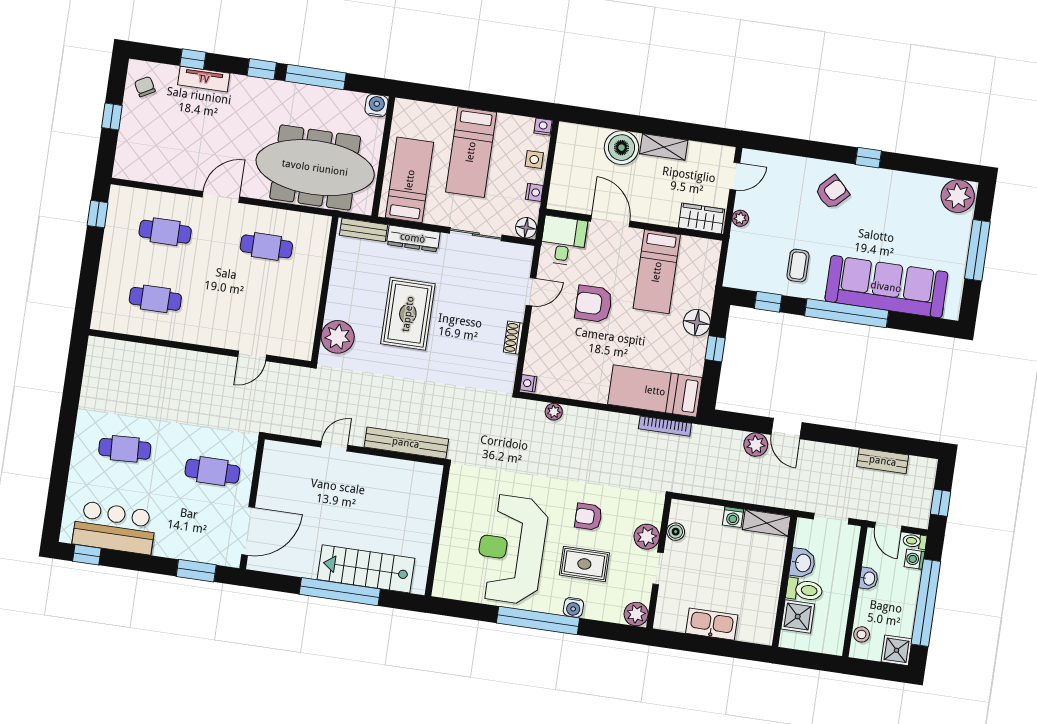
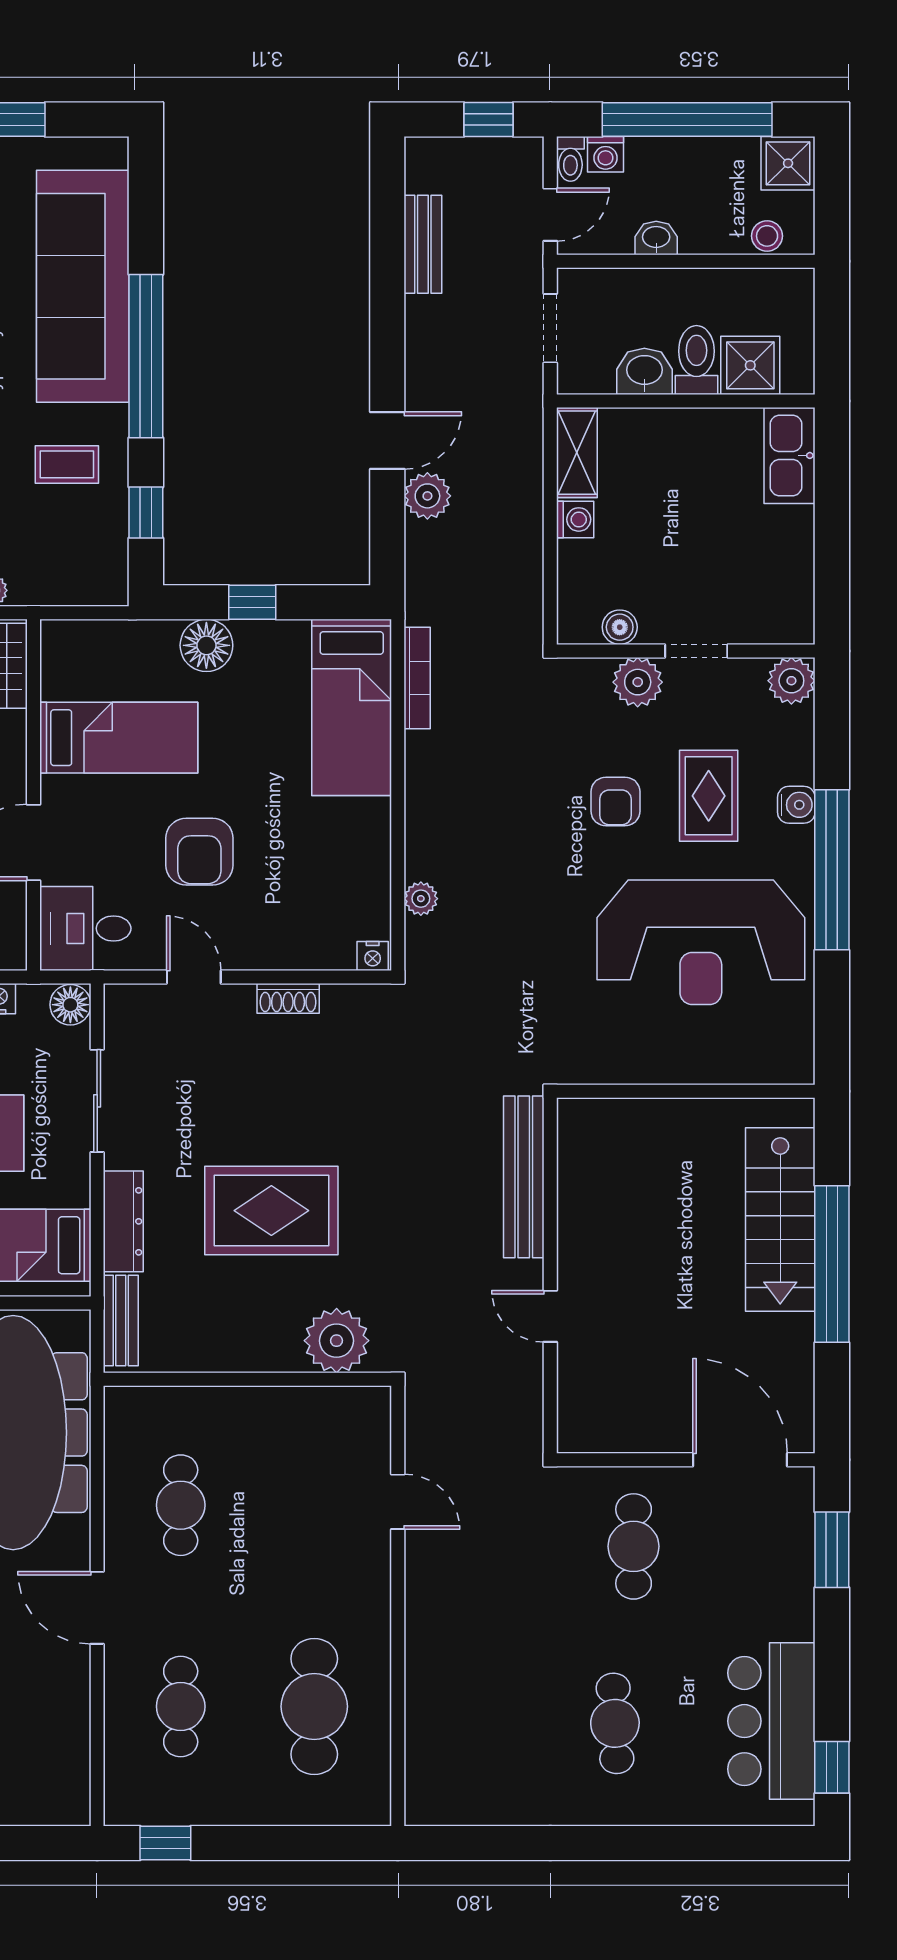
cafe table: (155, 299) -> (314, 1706), width x1.37, depth x1.35
kitchen sink: (712, 624) -> (790, 455), moved

